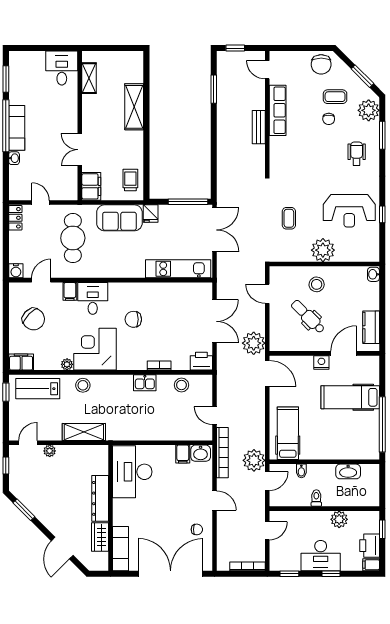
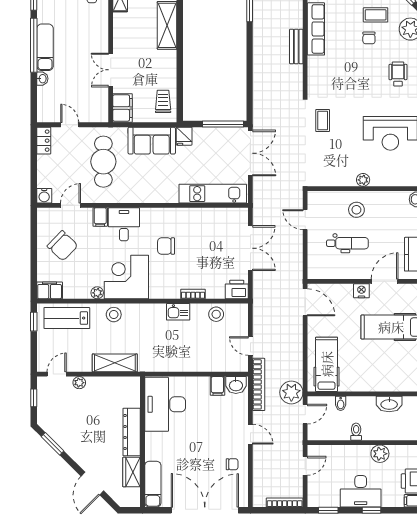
coffee table: (289, 218) -> (323, 121), moved
plant: (323, 250) -> (363, 180), width x0.53, depth x0.53
dental chair: (308, 317) -> (347, 243), turned 135
plant: (254, 343) -> (291, 271), removed

